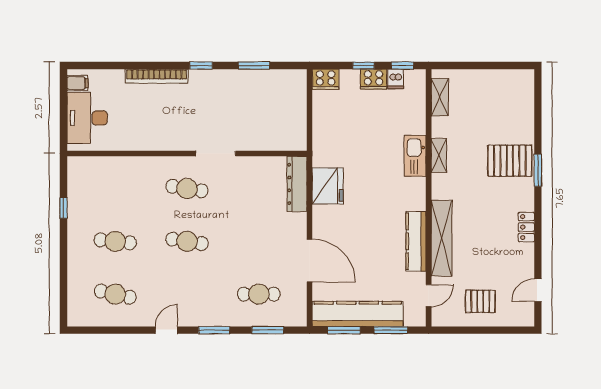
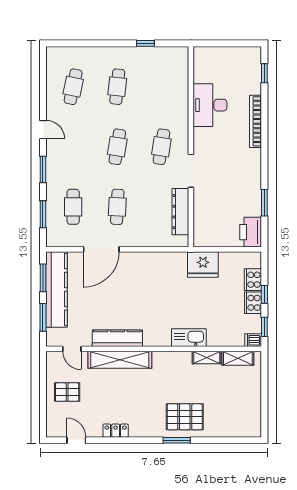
window: (201, 65) -> (264, 73), moved
cooker: (326, 79) -> (253, 280), moved
dishwasher: (396, 79) -> (253, 340), moved
printer: (289, 82) -> (251, 232), added
filing cabinet: (77, 83) -> (250, 55), removed
desk: (87, 118) -> (210, 105), moved, turned -90
shelving: (439, 155) -> (207, 357), moved
pallet: (510, 161) -> (185, 417), turned 90
dresser: (297, 184) -> (180, 212), moved, turned -90
fridge: (328, 186) -> (203, 264), moved
locker: (526, 227) -> (116, 431), moved
cafe table: (259, 241) -> (117, 207), added
pallet: (480, 301) -> (67, 392), turned 90

